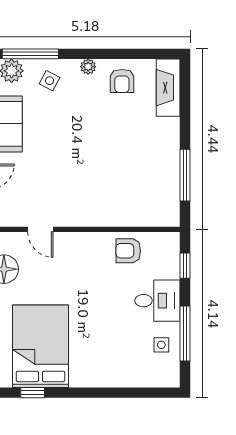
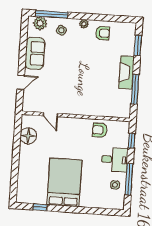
armchair: (122, 81) -> (103, 33), turned -90
fireplace: (168, 88) -> (126, 72), moved
window: (185, 98) -> (138, 45), added
bed: (41, 346) -> (64, 182), moved

